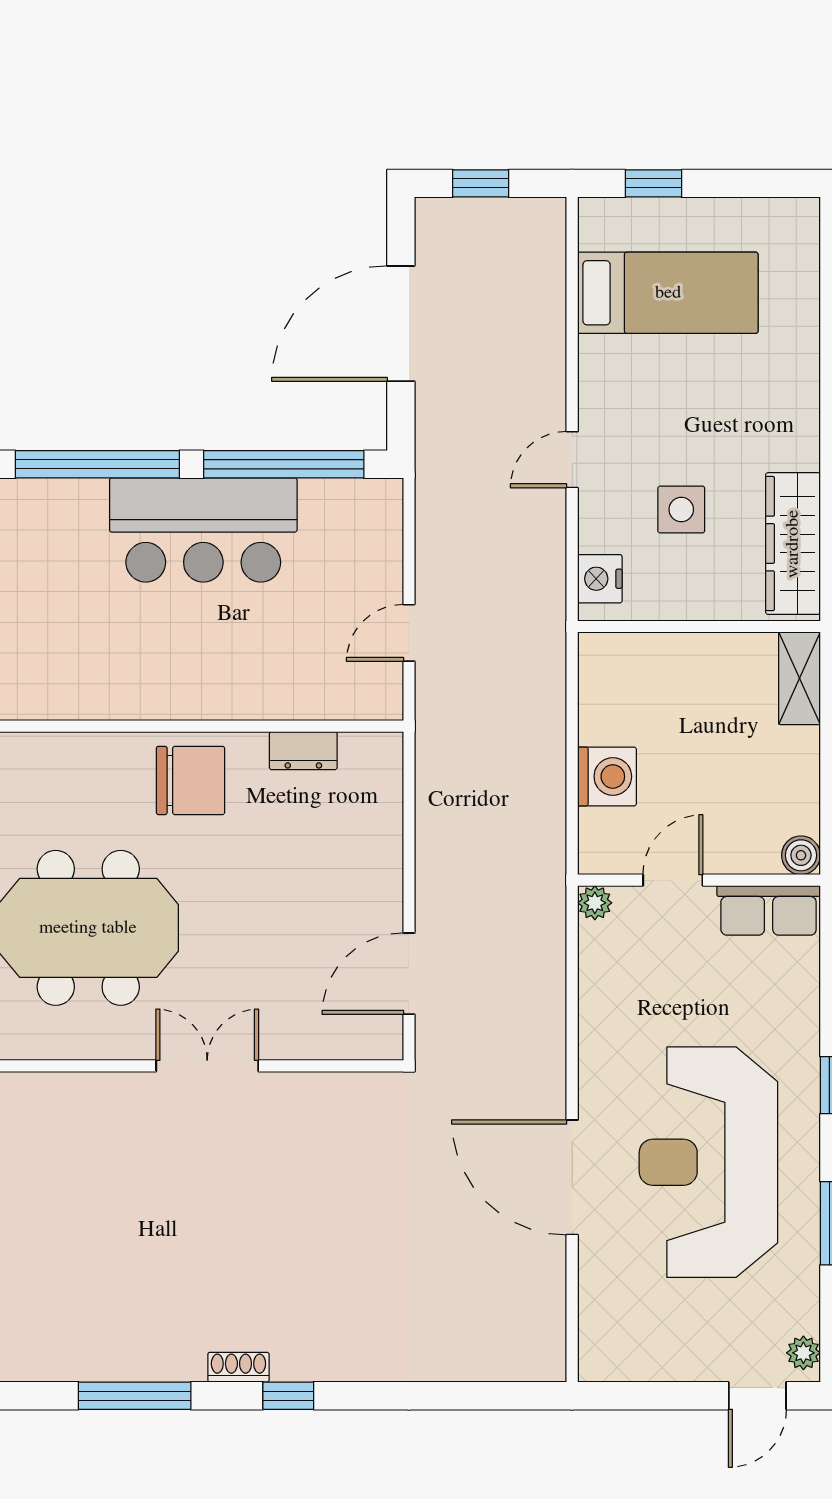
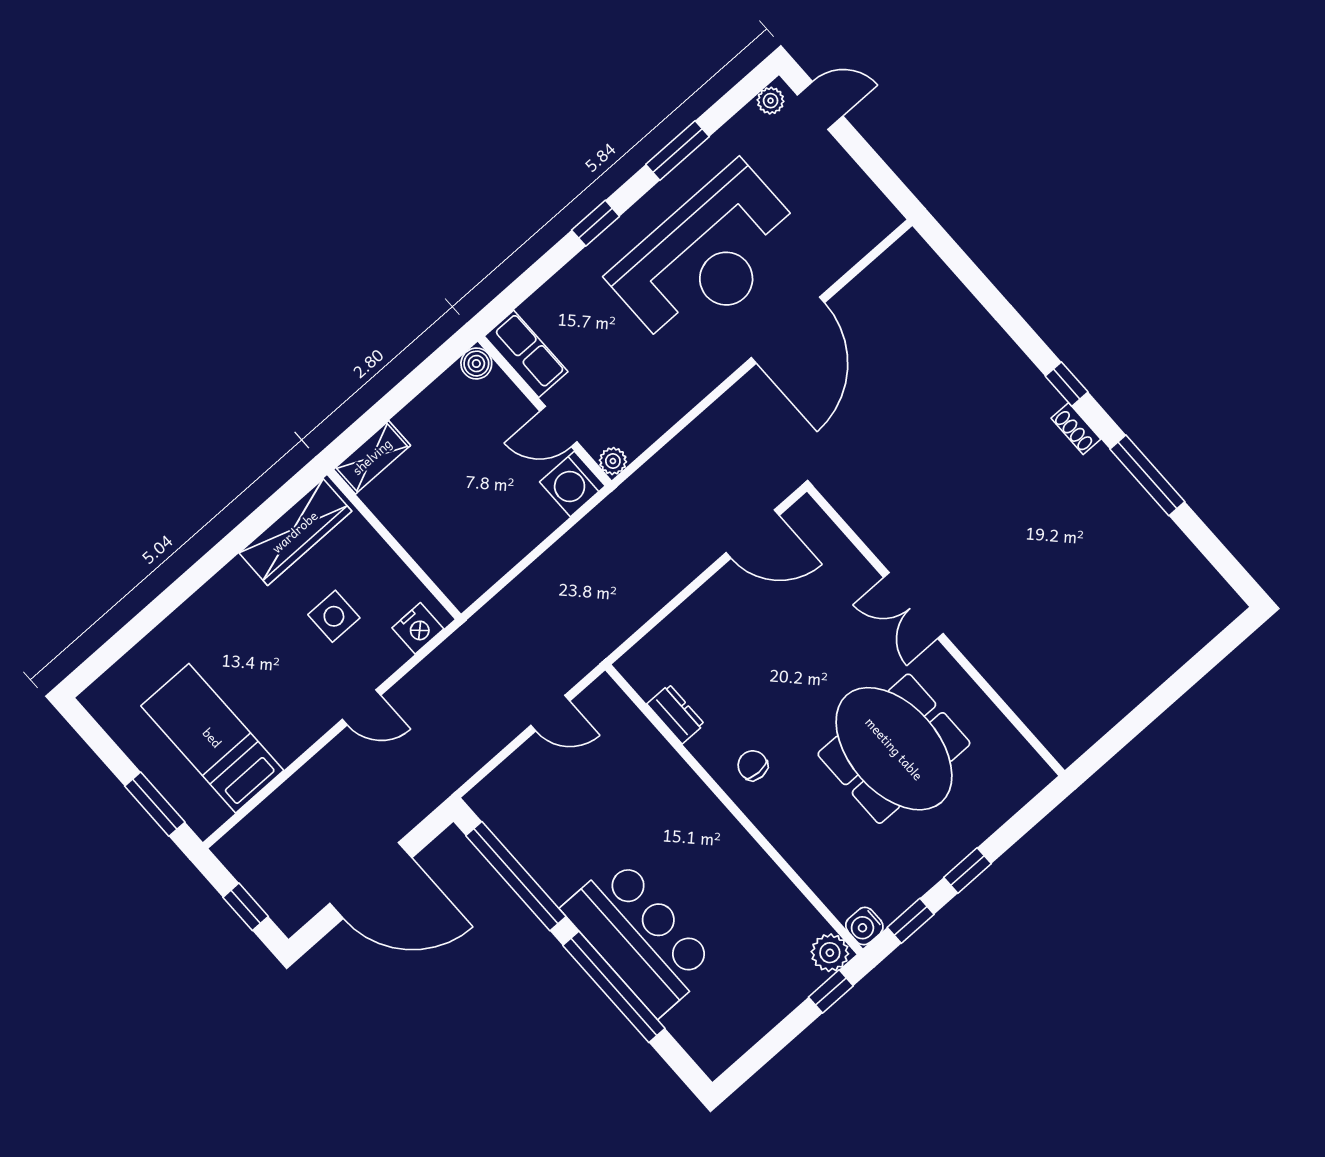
window: (654, 183) -> (155, 804), width x1.50
bar counter: (203, 530) -> (639, 937), moved
washing machine: (607, 777) -> (572, 484), moved, turned -90
chair: (190, 780) -> (753, 765), width x0.54, depth x0.54

